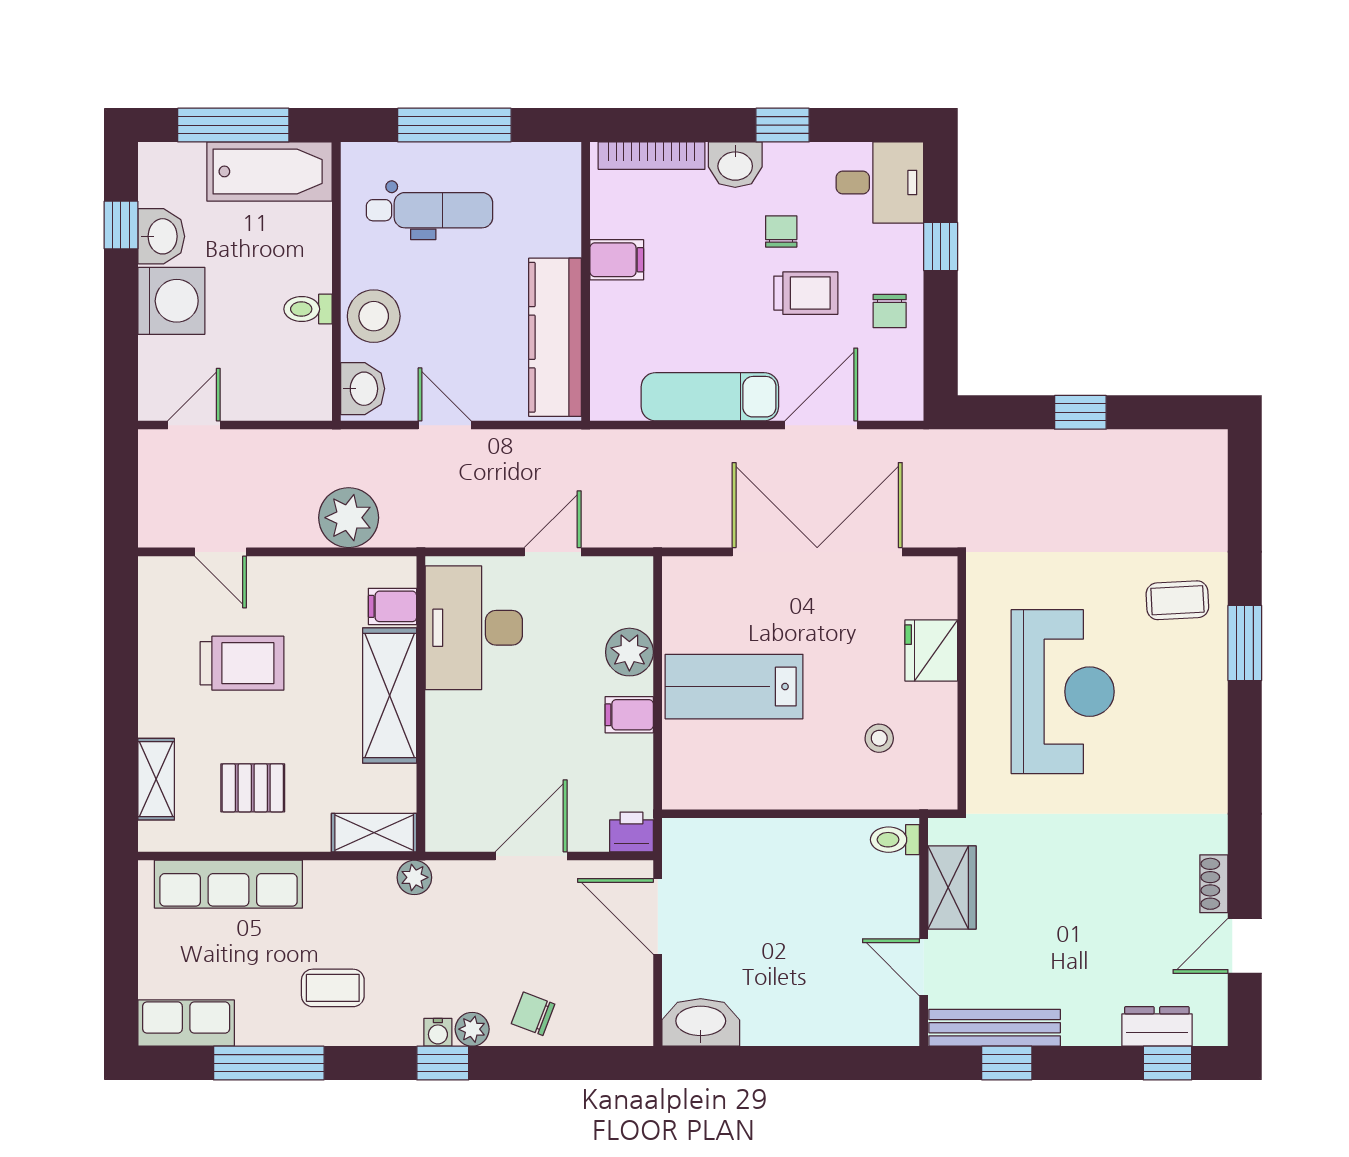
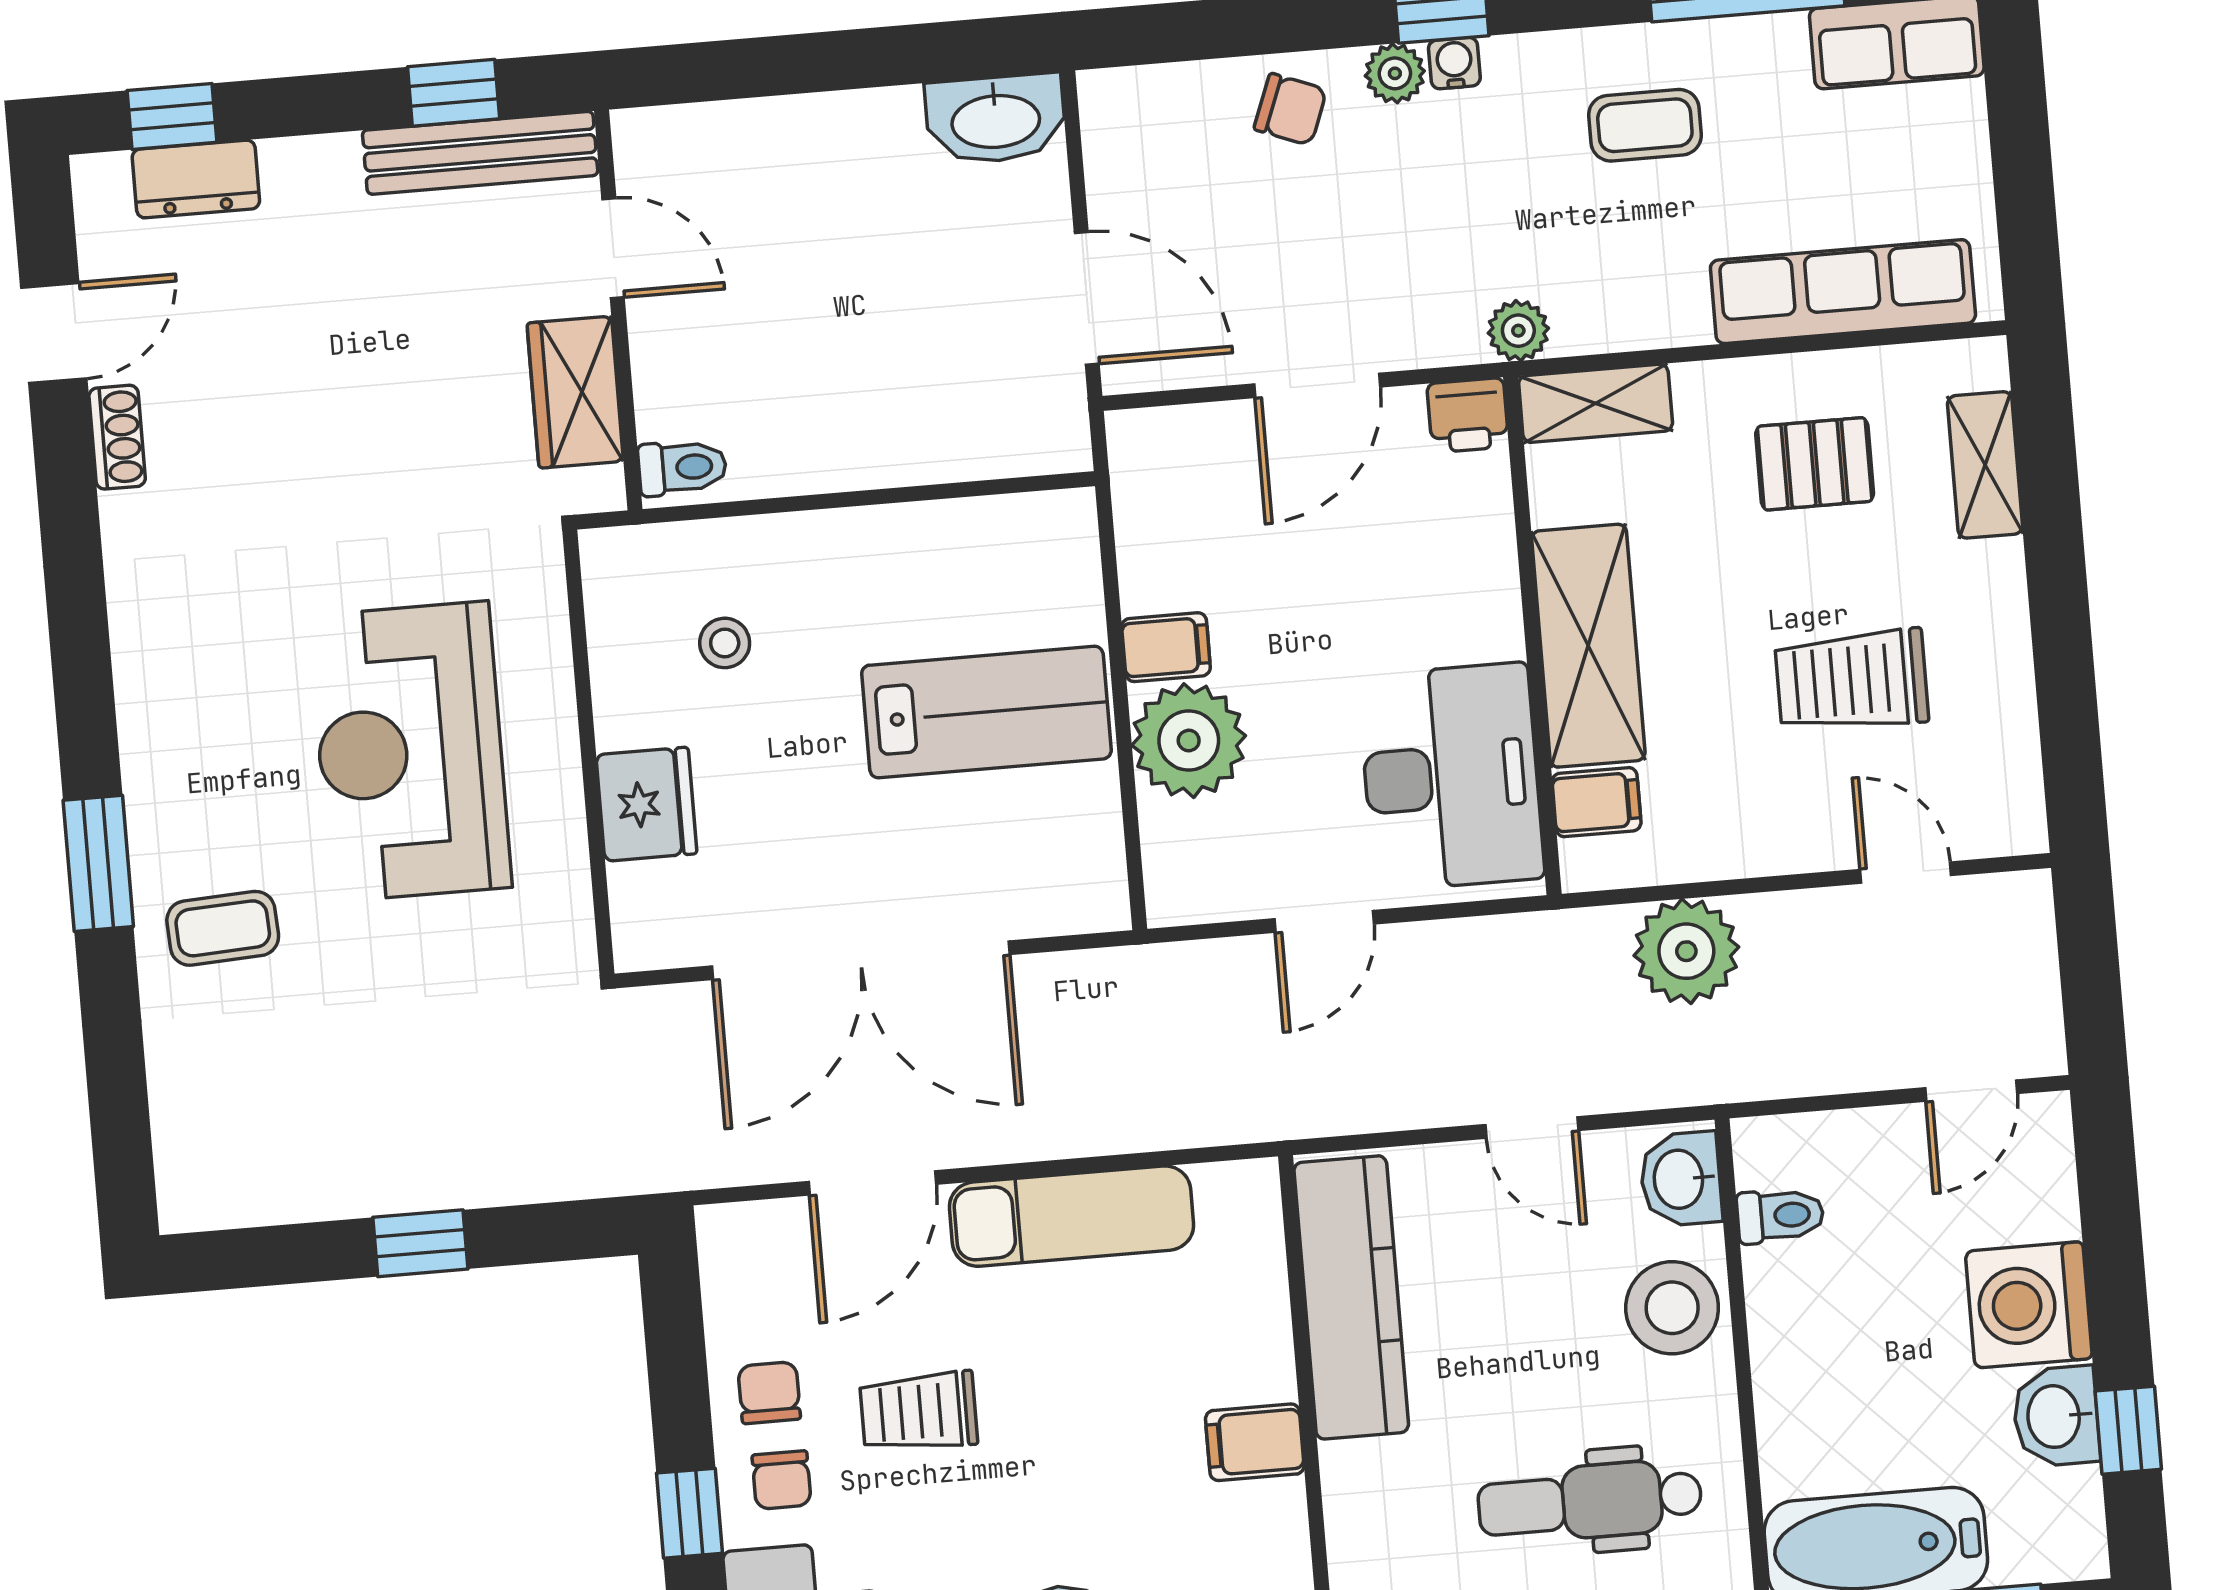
chair: (781, 231) -> (782, 1480), moved
toilet: (308, 309) -> (1780, 1216), moved
plant: (629, 652) -> (1189, 741), width x1.36, depth x1.36
printer: (631, 832) -> (1468, 415), moved

